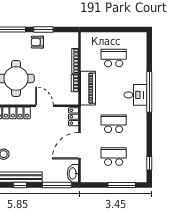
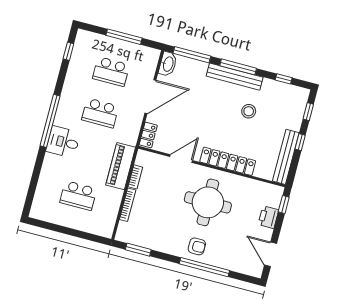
window: (43, 30) -> (138, 250), moved
armchair: (37, 42) -> (197, 246), moved
window: (149, 92) -> (50, 121), moved
door: (45, 106) -> (181, 159), swing flipped
window: (20, 185) -> (238, 67), width x2.17
window: (122, 185) -> (124, 37), moved

